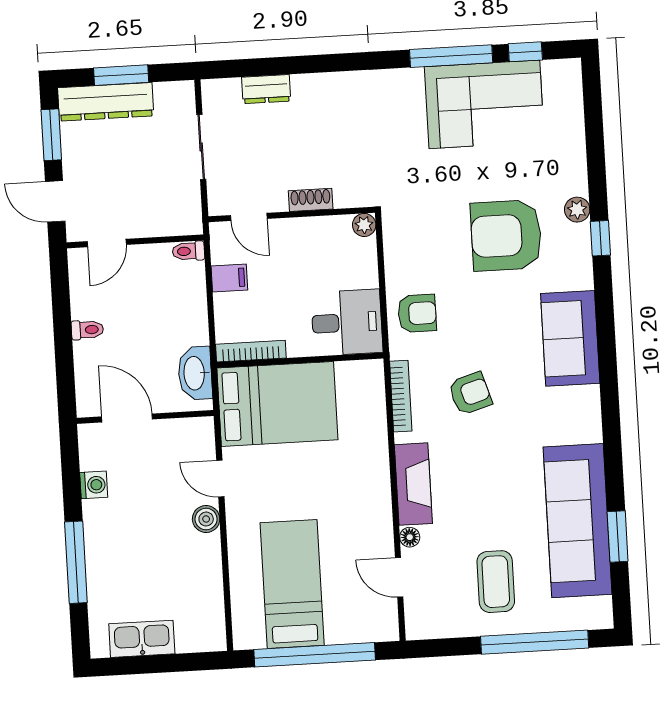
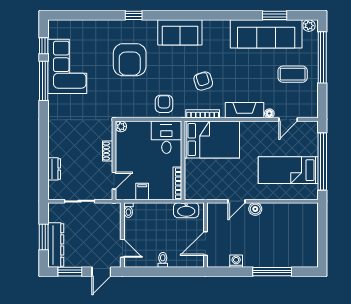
plant: (577, 210) -> (309, 26), moved
bed: (277, 404) -> (212, 140), moved, turned 90
kitchen sink: (142, 639) -> (310, 243), removed

